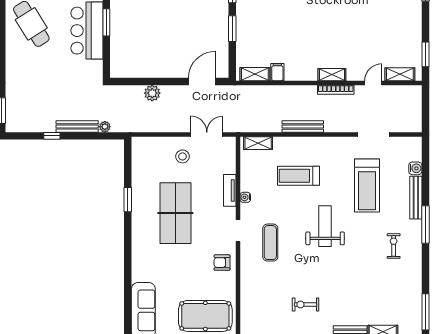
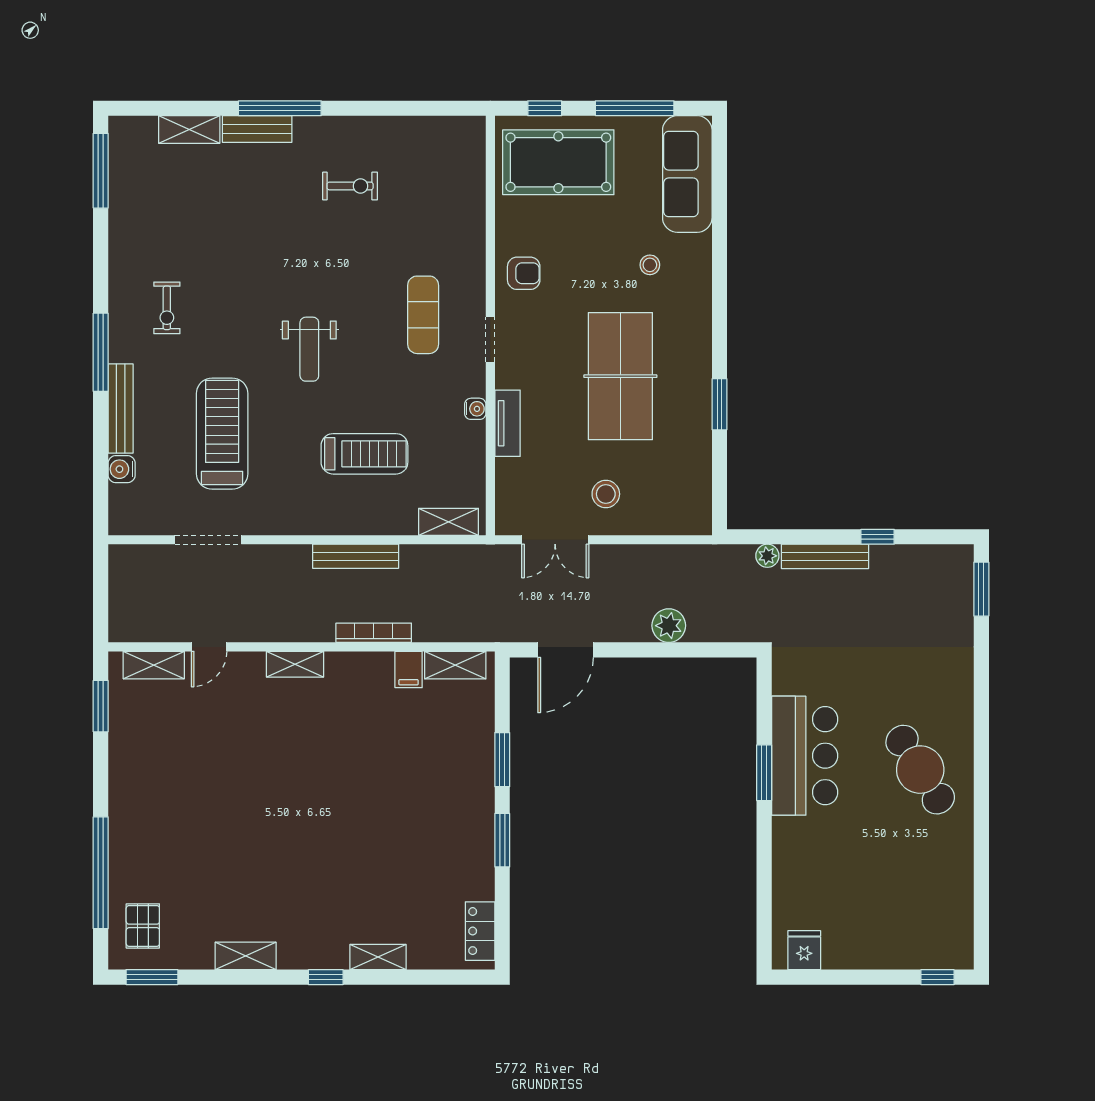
bookcase: (336, 90) -> (374, 633), moved
weight bench: (325, 226) -> (309, 349), width x0.73, depth x0.75
stool: (161, 267) -> (650, 265), added

